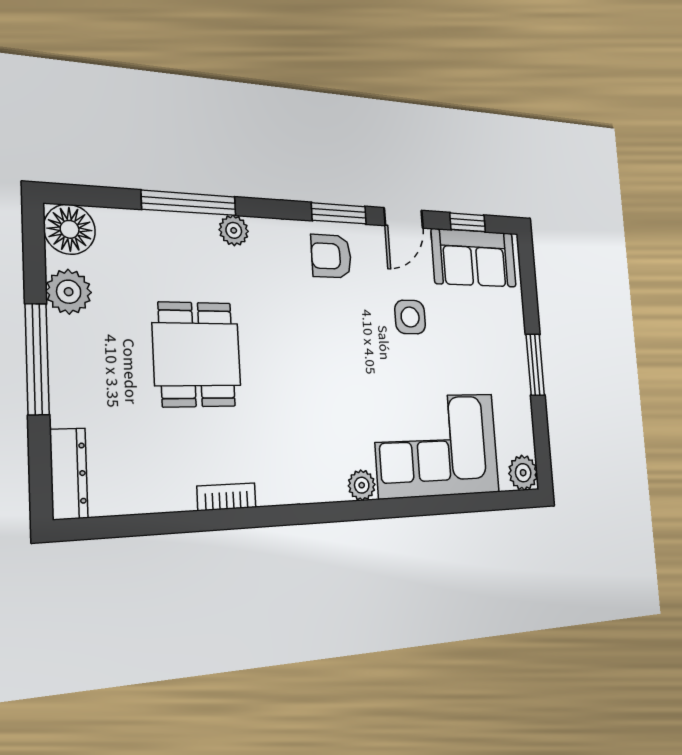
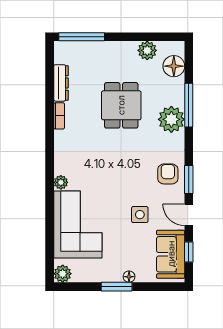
floor lamp: (70, 229) -> (174, 66), moved
plant: (234, 230) -> (171, 119), width x1.87, depth x1.87
floor lamp: (517, 340) -> (129, 277), added
dining table: (197, 354) -> (121, 105), turned 90
window: (37, 359) -> (82, 37), moved
dresser: (69, 474) -> (61, 83), moved, turned -90

